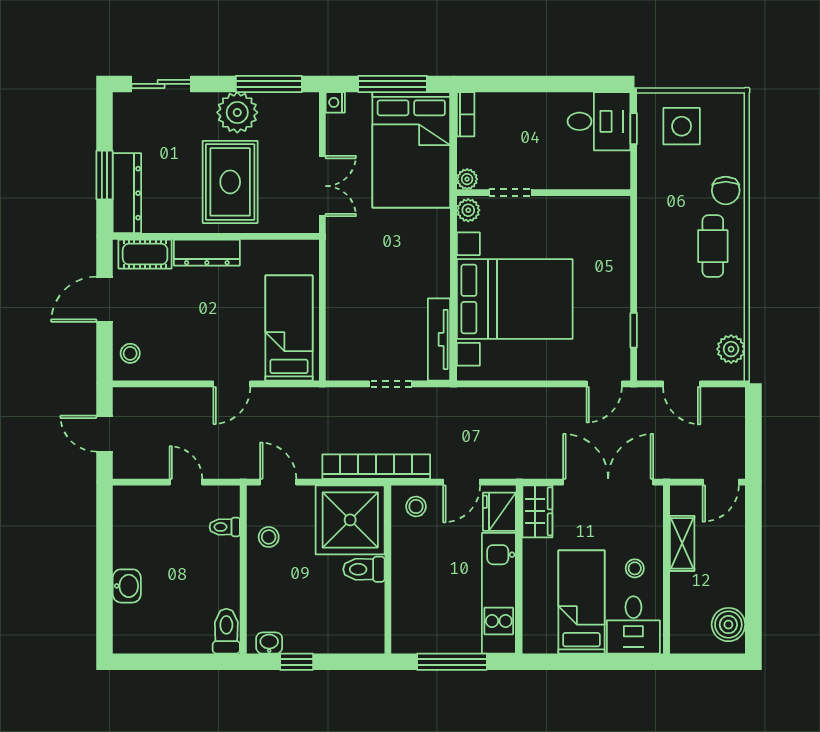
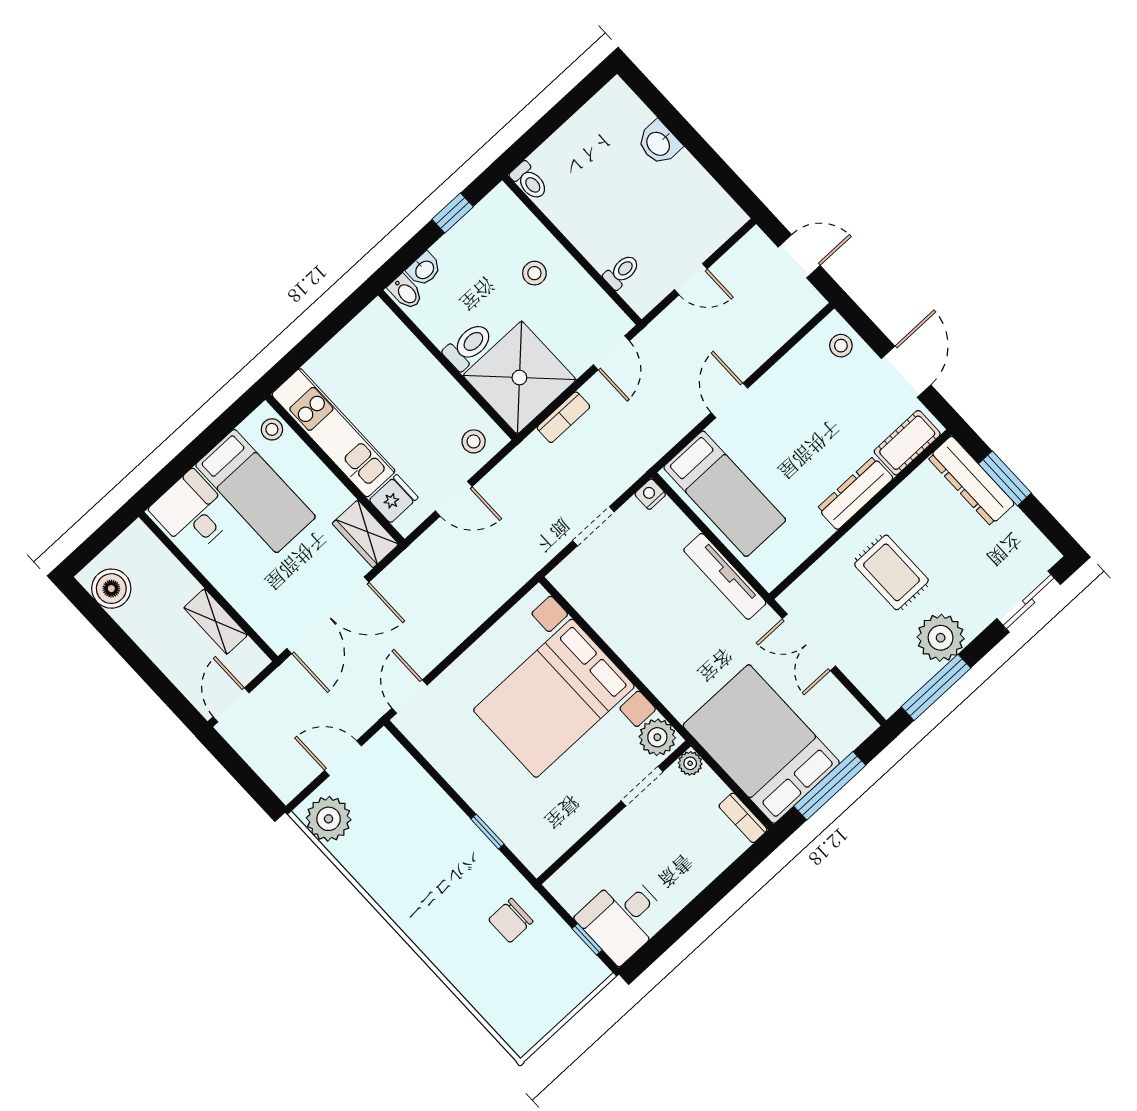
nightstand: (335, 102) -> (650, 494), moved, turned -90
side table: (682, 126) -> (548, 979), removed
rug: (230, 182) -> (891, 572), width x0.73, depth x0.70
chair: (726, 190) -> (511, 921), moved, turned -90
plant: (468, 210) -> (657, 737), width x1.38, depth x1.38
cafe table: (713, 246) -> (426, 901), removed
window: (634, 330) -> (487, 832), moved
tv unit: (439, 339) -> (725, 576), moved, turned 180
plant: (731, 349) -> (329, 819), width x1.36, depth x1.36
bookcase: (376, 467) -> (563, 417), width x0.43, depth x0.76
door: (278, 482) -> (611, 353), hinge flipped
door: (462, 482) -> (454, 499), swing flipped
fridge: (499, 512) -> (394, 499), width x0.72
stool: (269, 537) -> (534, 273), moved
stool: (635, 568) -> (272, 429), moved
toilet: (226, 631) -> (529, 181), width x0.73, depth x0.72
bidet: (372, 640) -> (406, 292), added
washbasin: (269, 643) -> (424, 269), moved
window: (452, 662) -> (319, 337), removed

